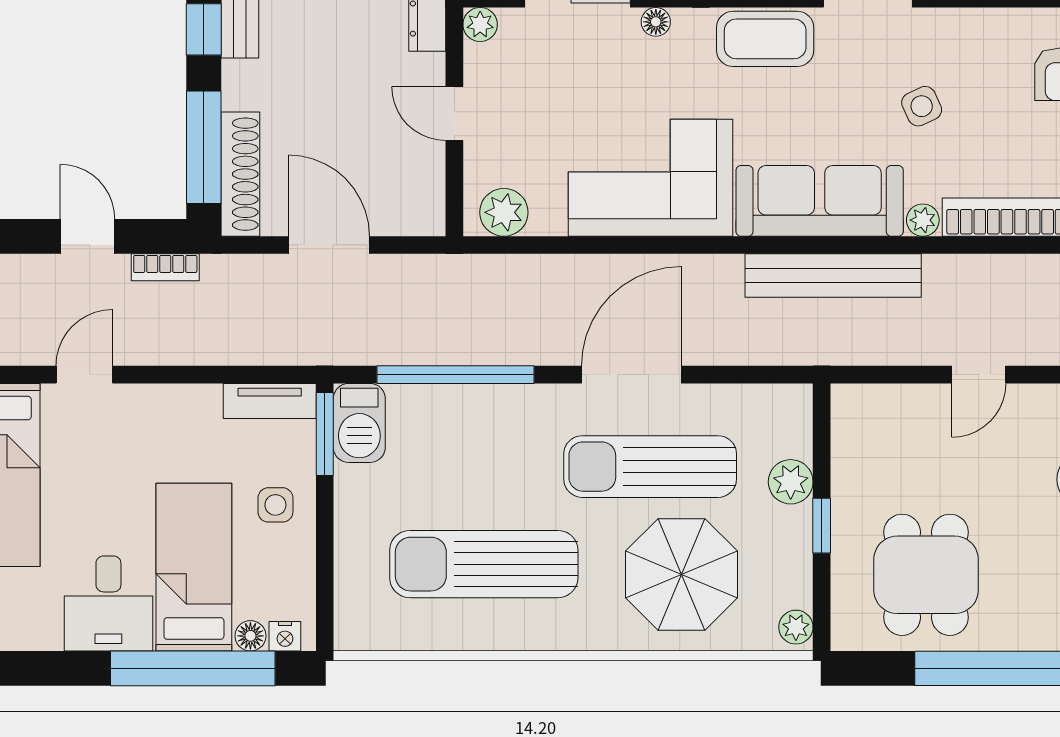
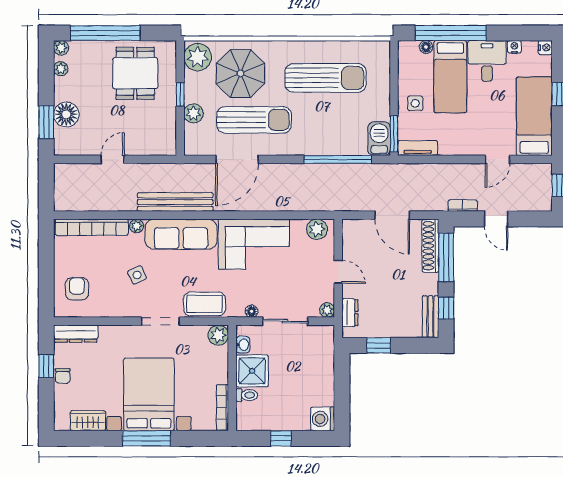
door: (631, 375) -> (237, 159), moved
plant: (796, 627) -> (198, 57), width x1.88, depth x1.88
nightstand: (285, 636) -> (514, 47), moved

